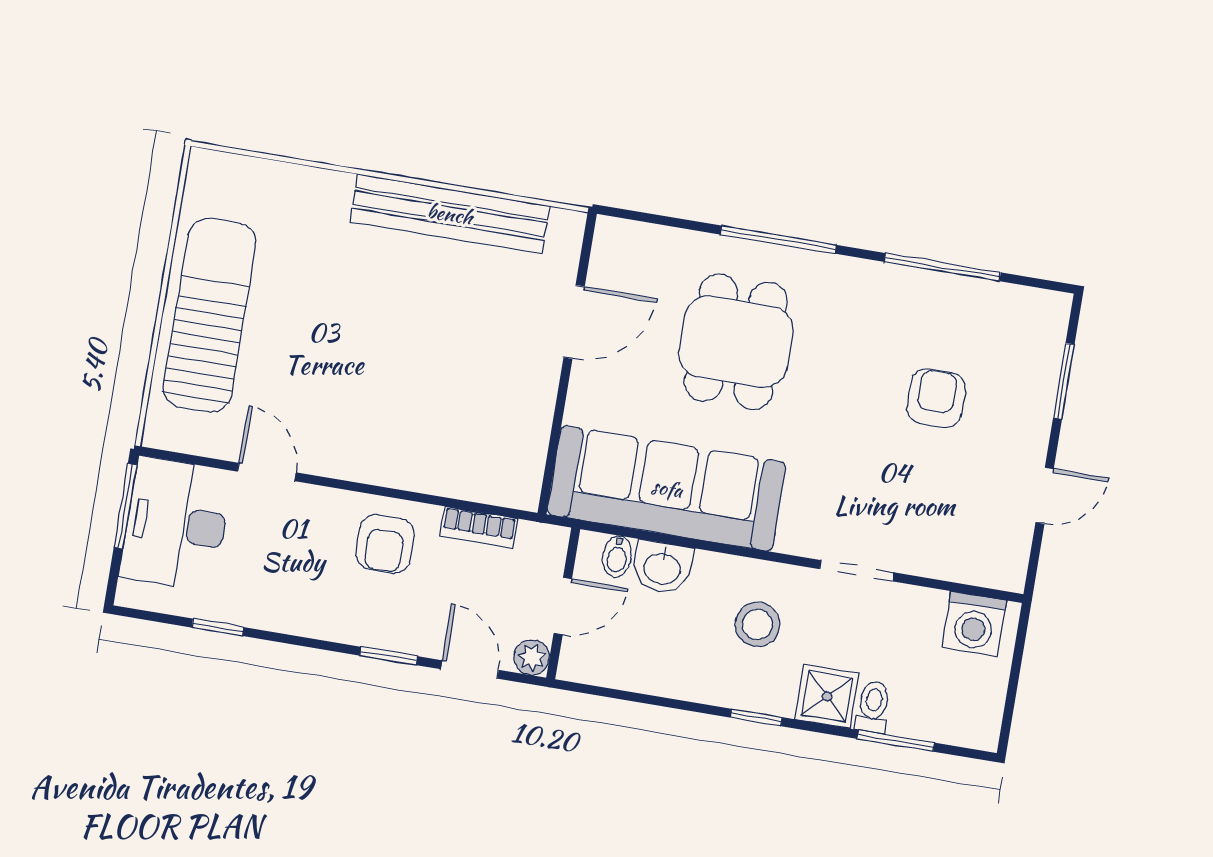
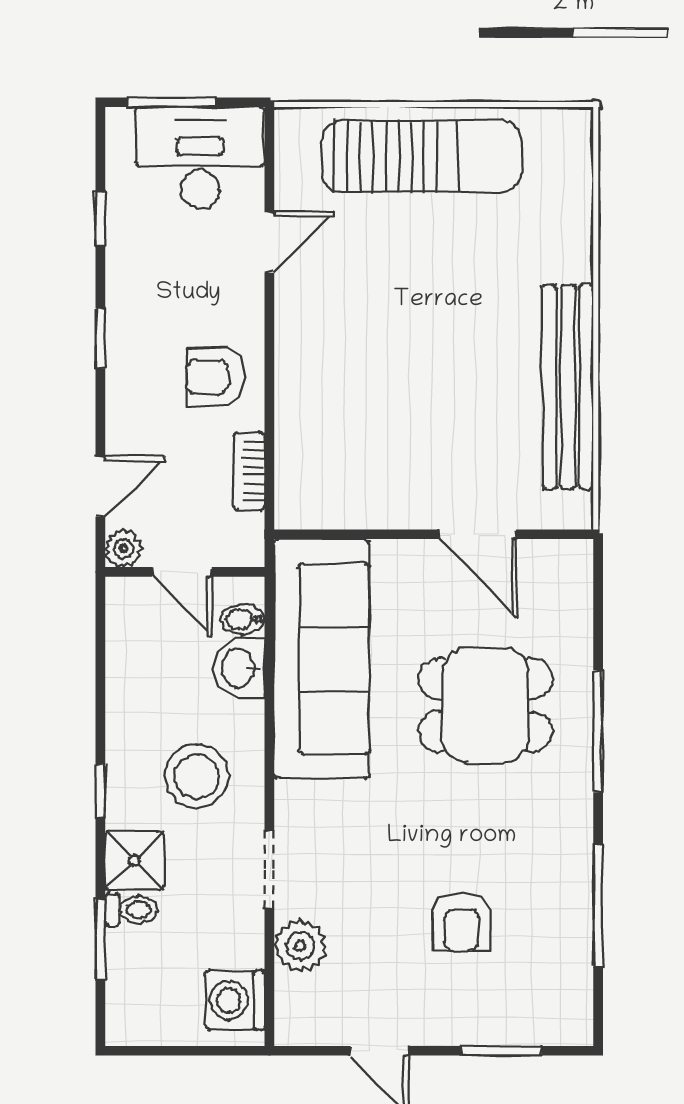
armchair: (936, 398) -> (462, 922), turned 90
window: (125, 506) -> (172, 102), moved
plant: (933, 554) -> (300, 946), added
stool: (757, 624) -> (197, 776), width x1.38, depth x1.38
window: (389, 656) -> (100, 338), moved

